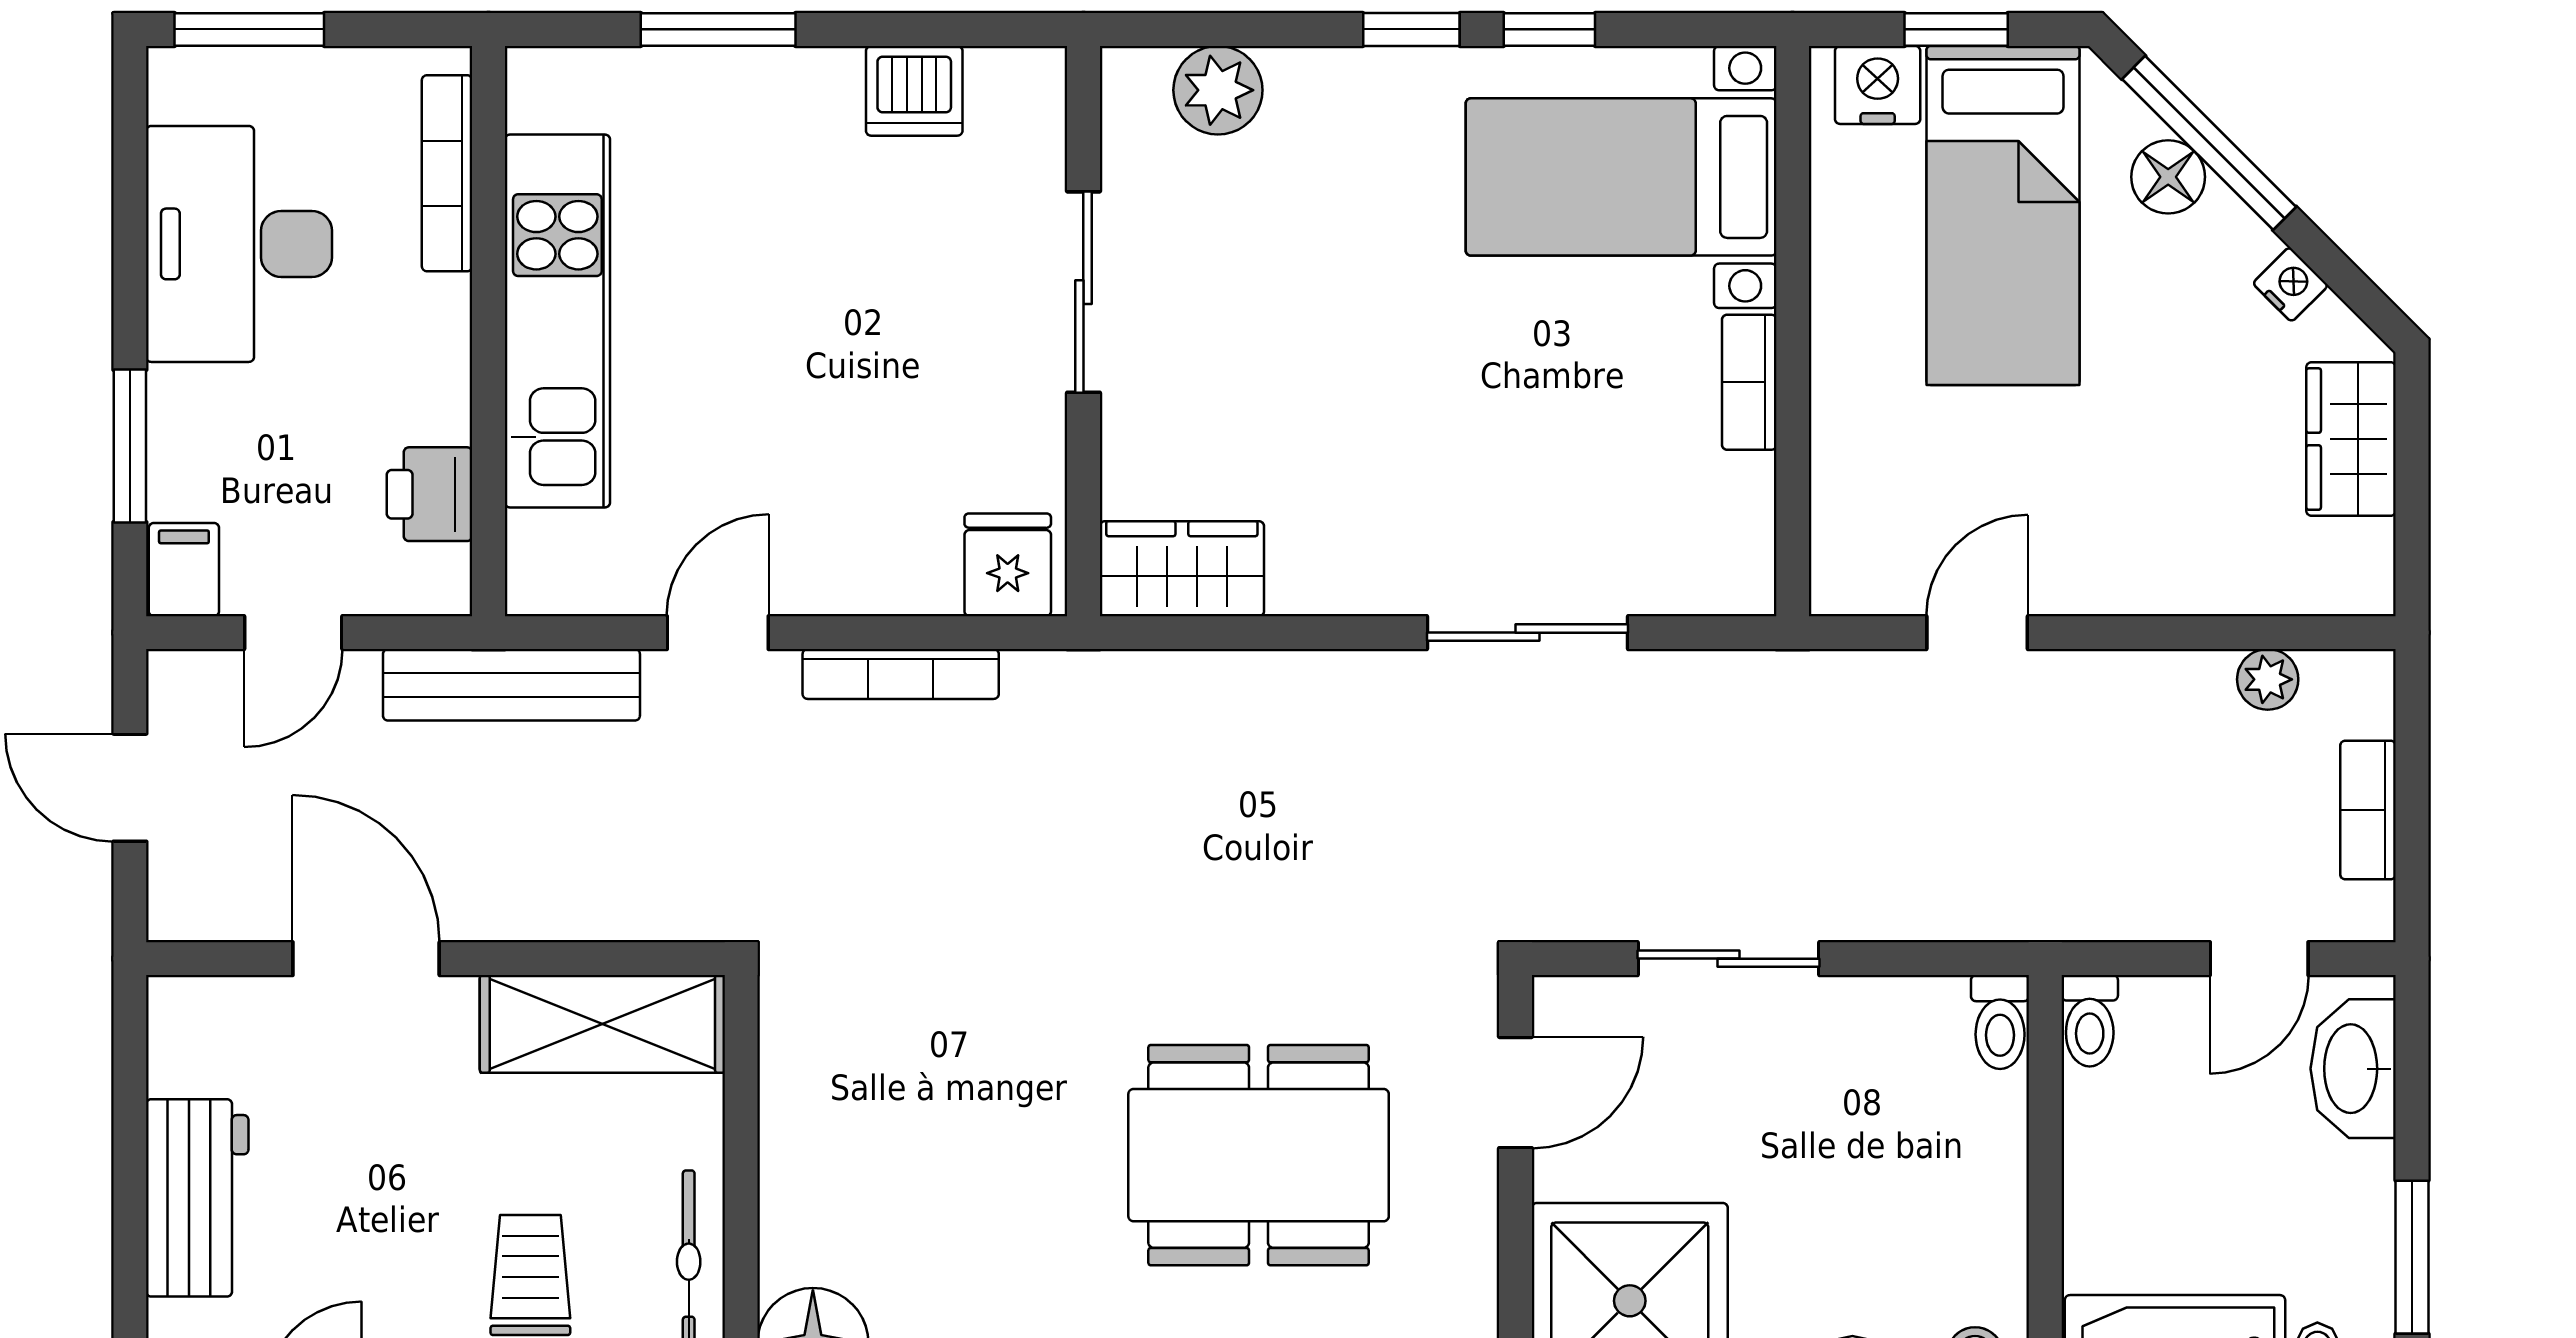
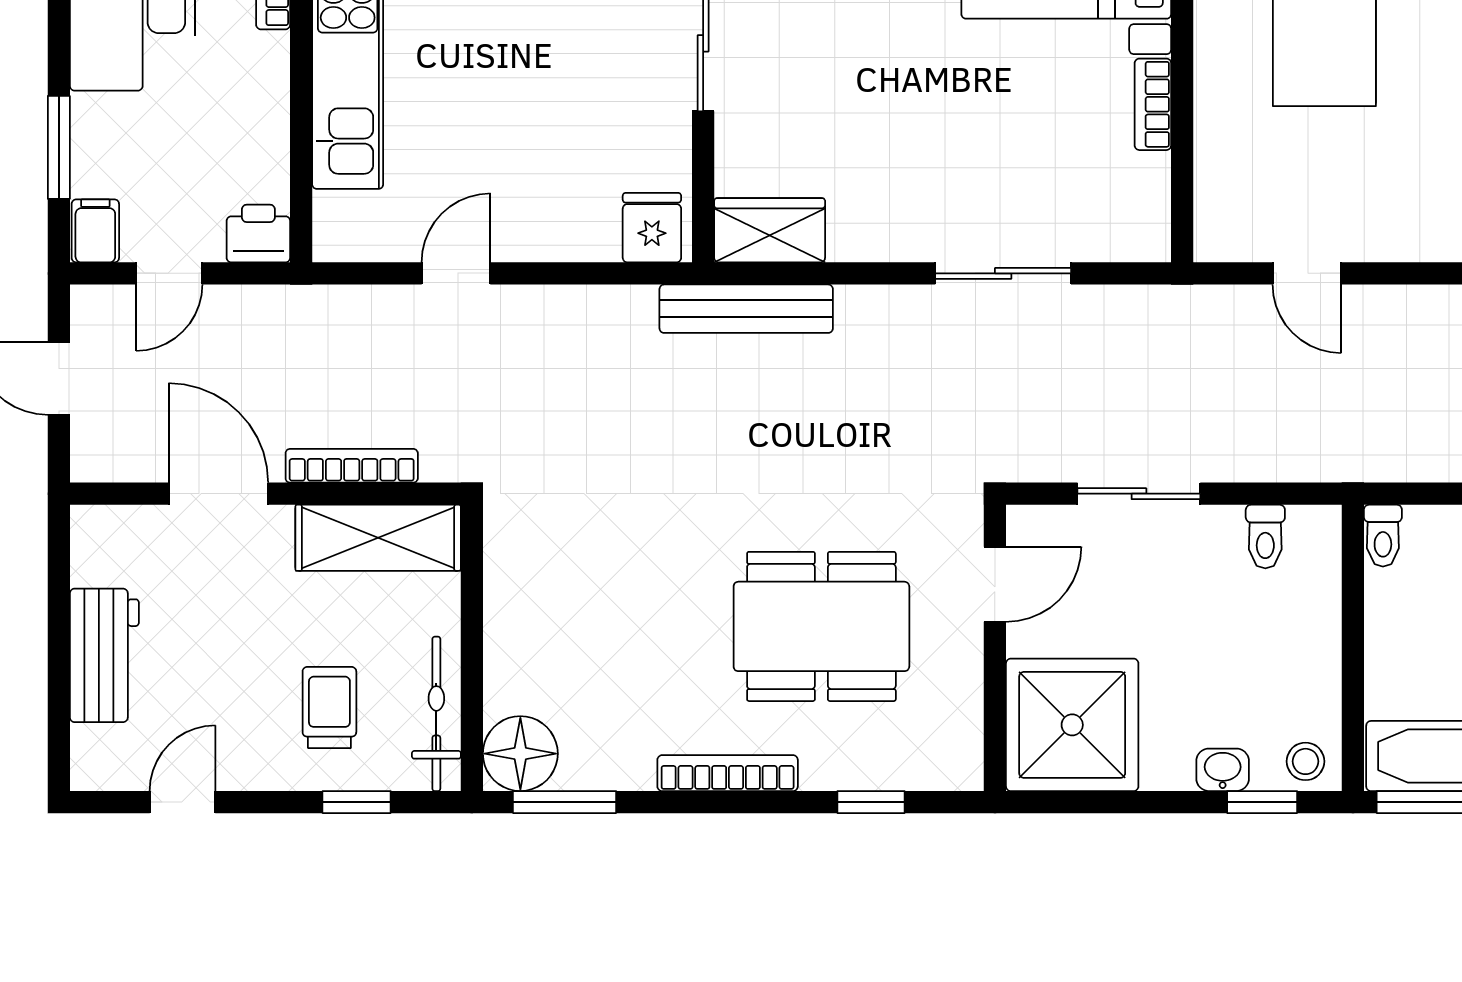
printer: (429, 494) -> (258, 234), moved, turned 90
door: (1977, 633) -> (1307, 273), swing flipped
bookcase: (901, 674) -> (352, 466), moved, turned 180
bench: (511, 685) -> (746, 309), moved
toilet: (2000, 1022) -> (1265, 537), moved

